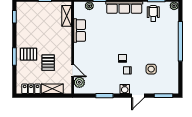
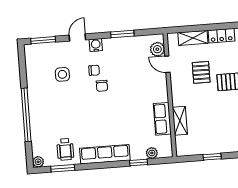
shelving: (67, 16) -> (180, 121), moved

